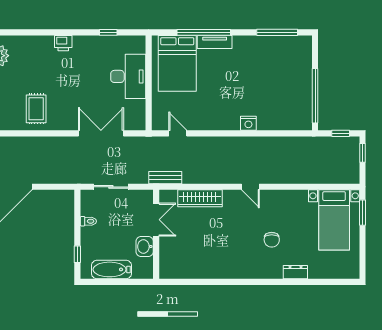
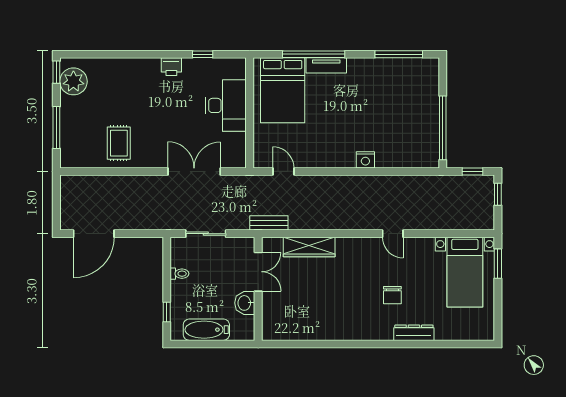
printer: (63, 43) -> (171, 67), moved
door: (250, 187) -> (393, 234), moved
dresser: (295, 272) -> (414, 333), width x1.44

